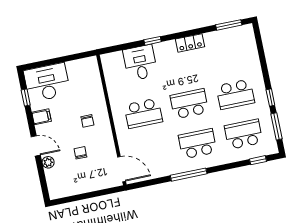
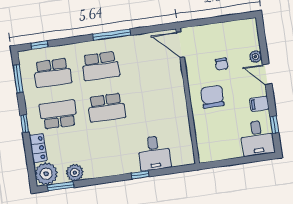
plant: (244, 36) -> (46, 174), added
plant: (216, 39) -> (75, 173), added
locker: (190, 43) -> (38, 148), moved, turned 90
desk: (47, 82) -> (257, 138), width x0.73
window: (270, 97) -> (25, 124), moved
school desk: (143, 113) -> (154, 101), removed
chair: (87, 121) -> (212, 97), width x1.87, depth x1.87

